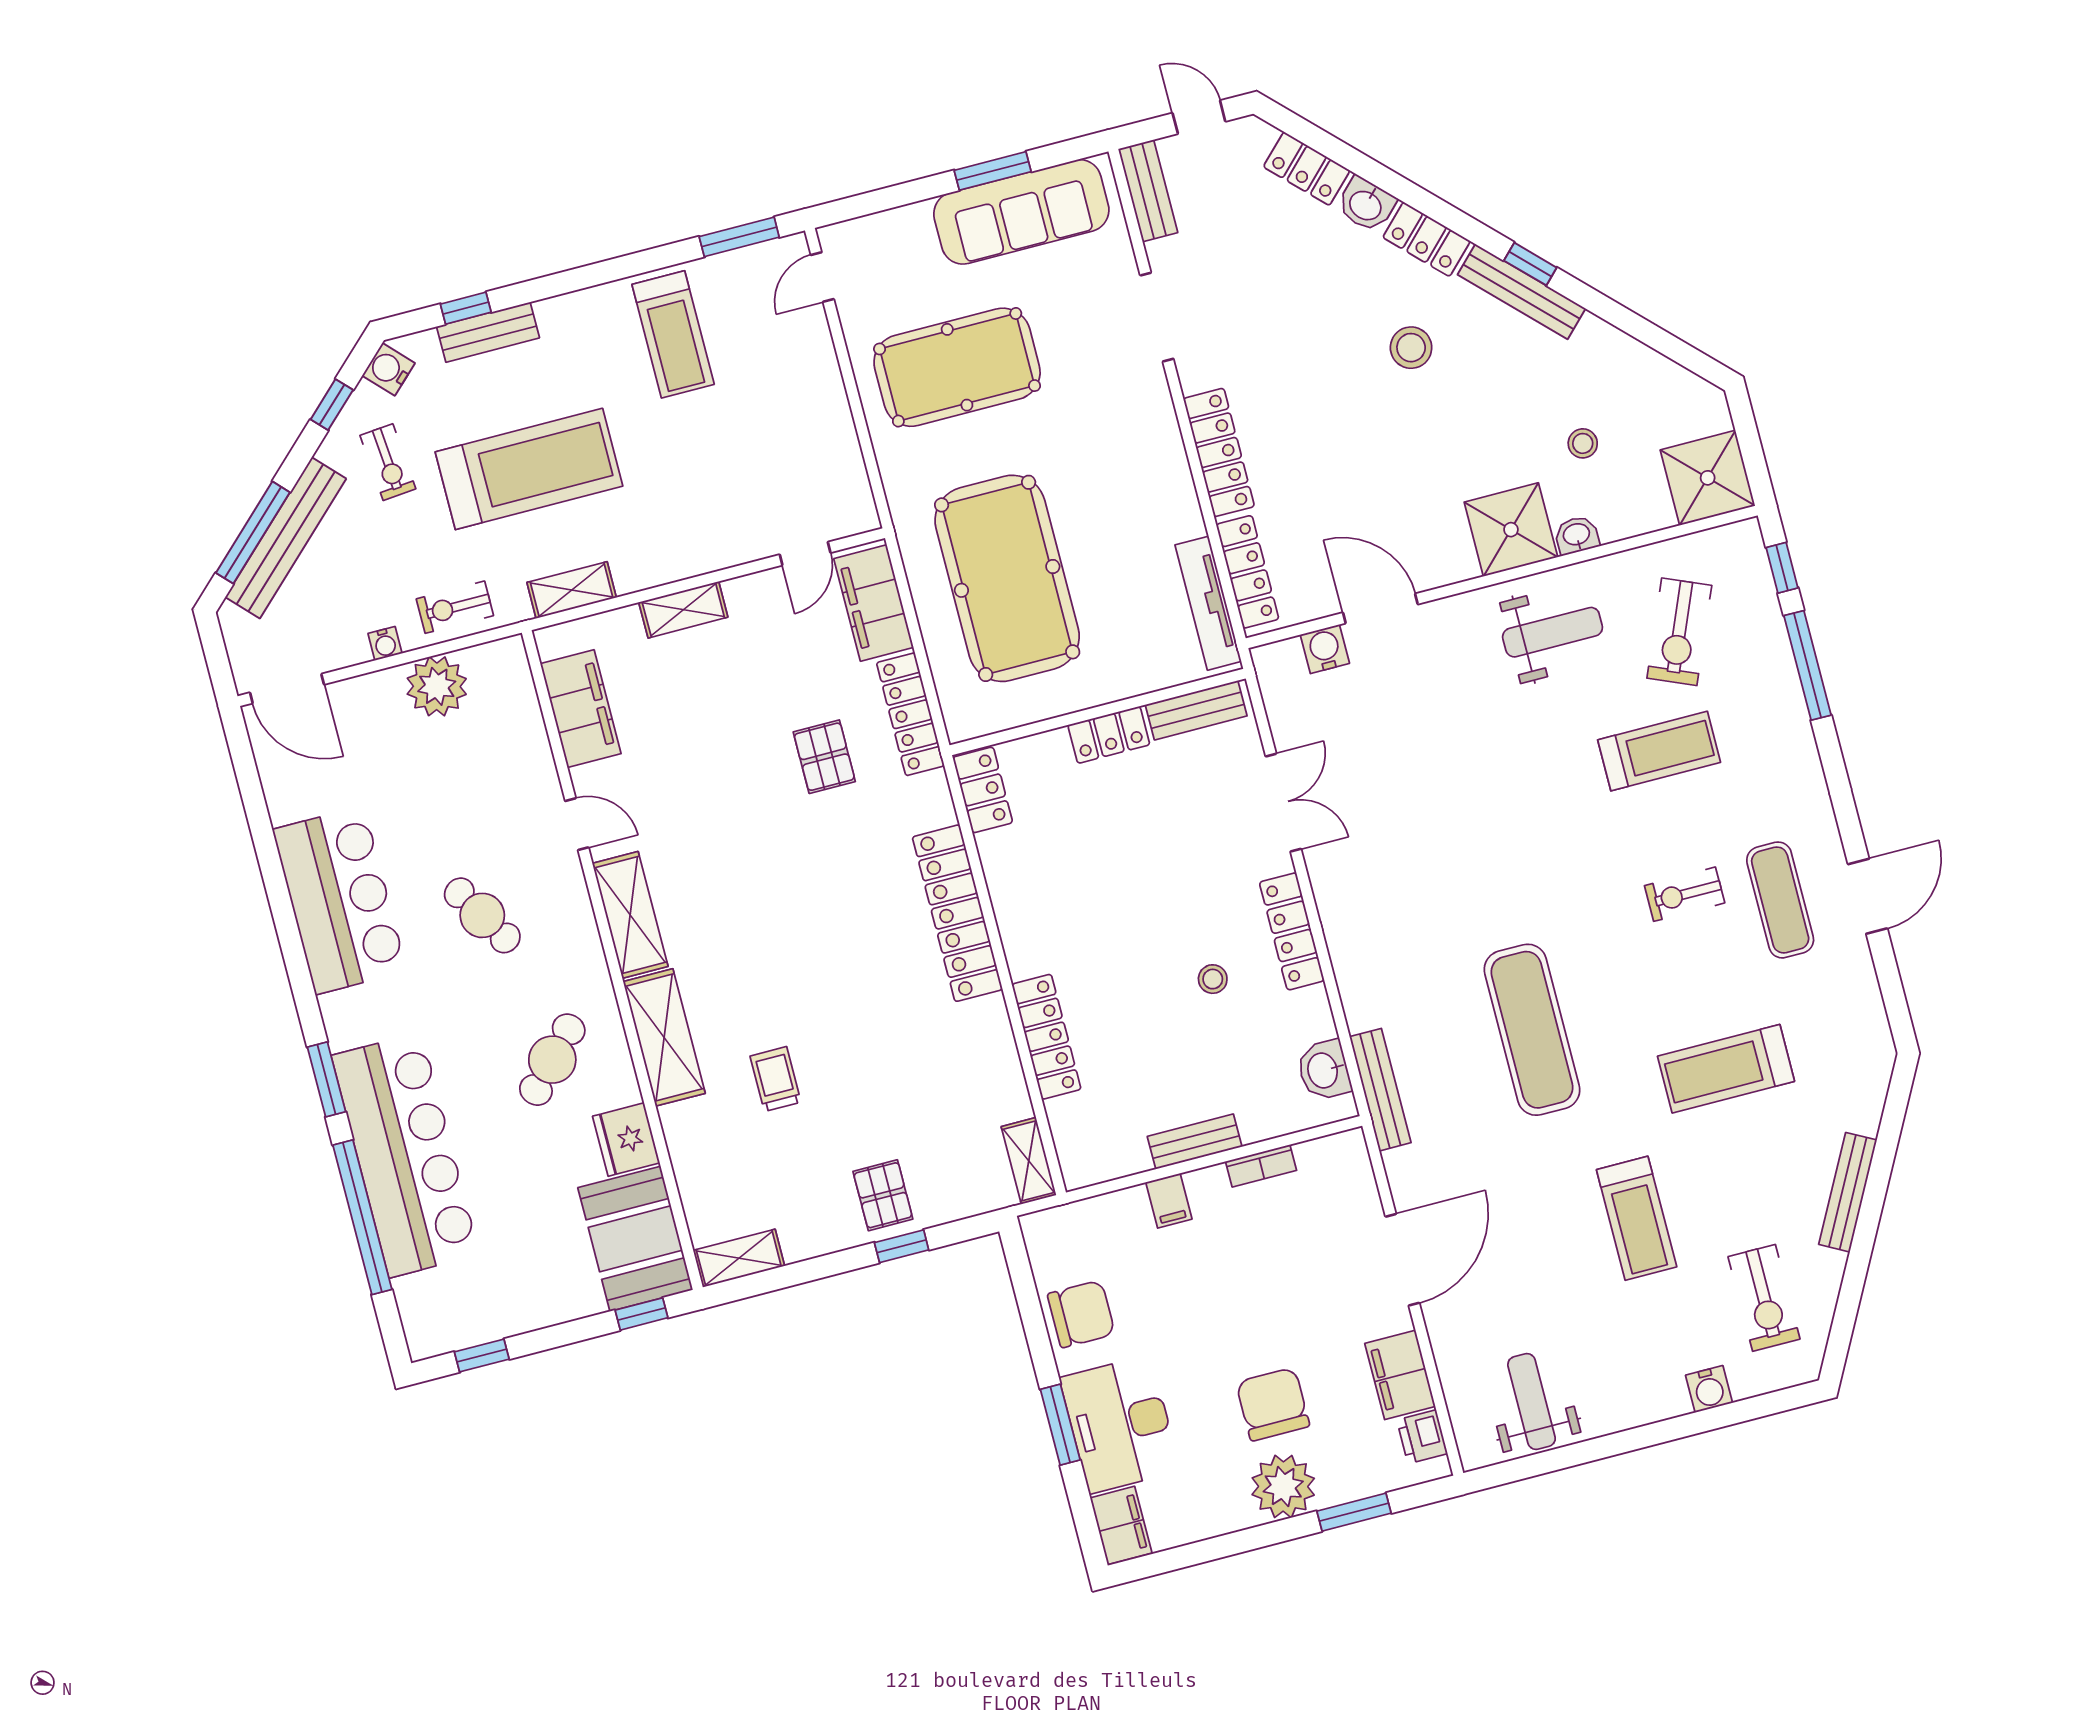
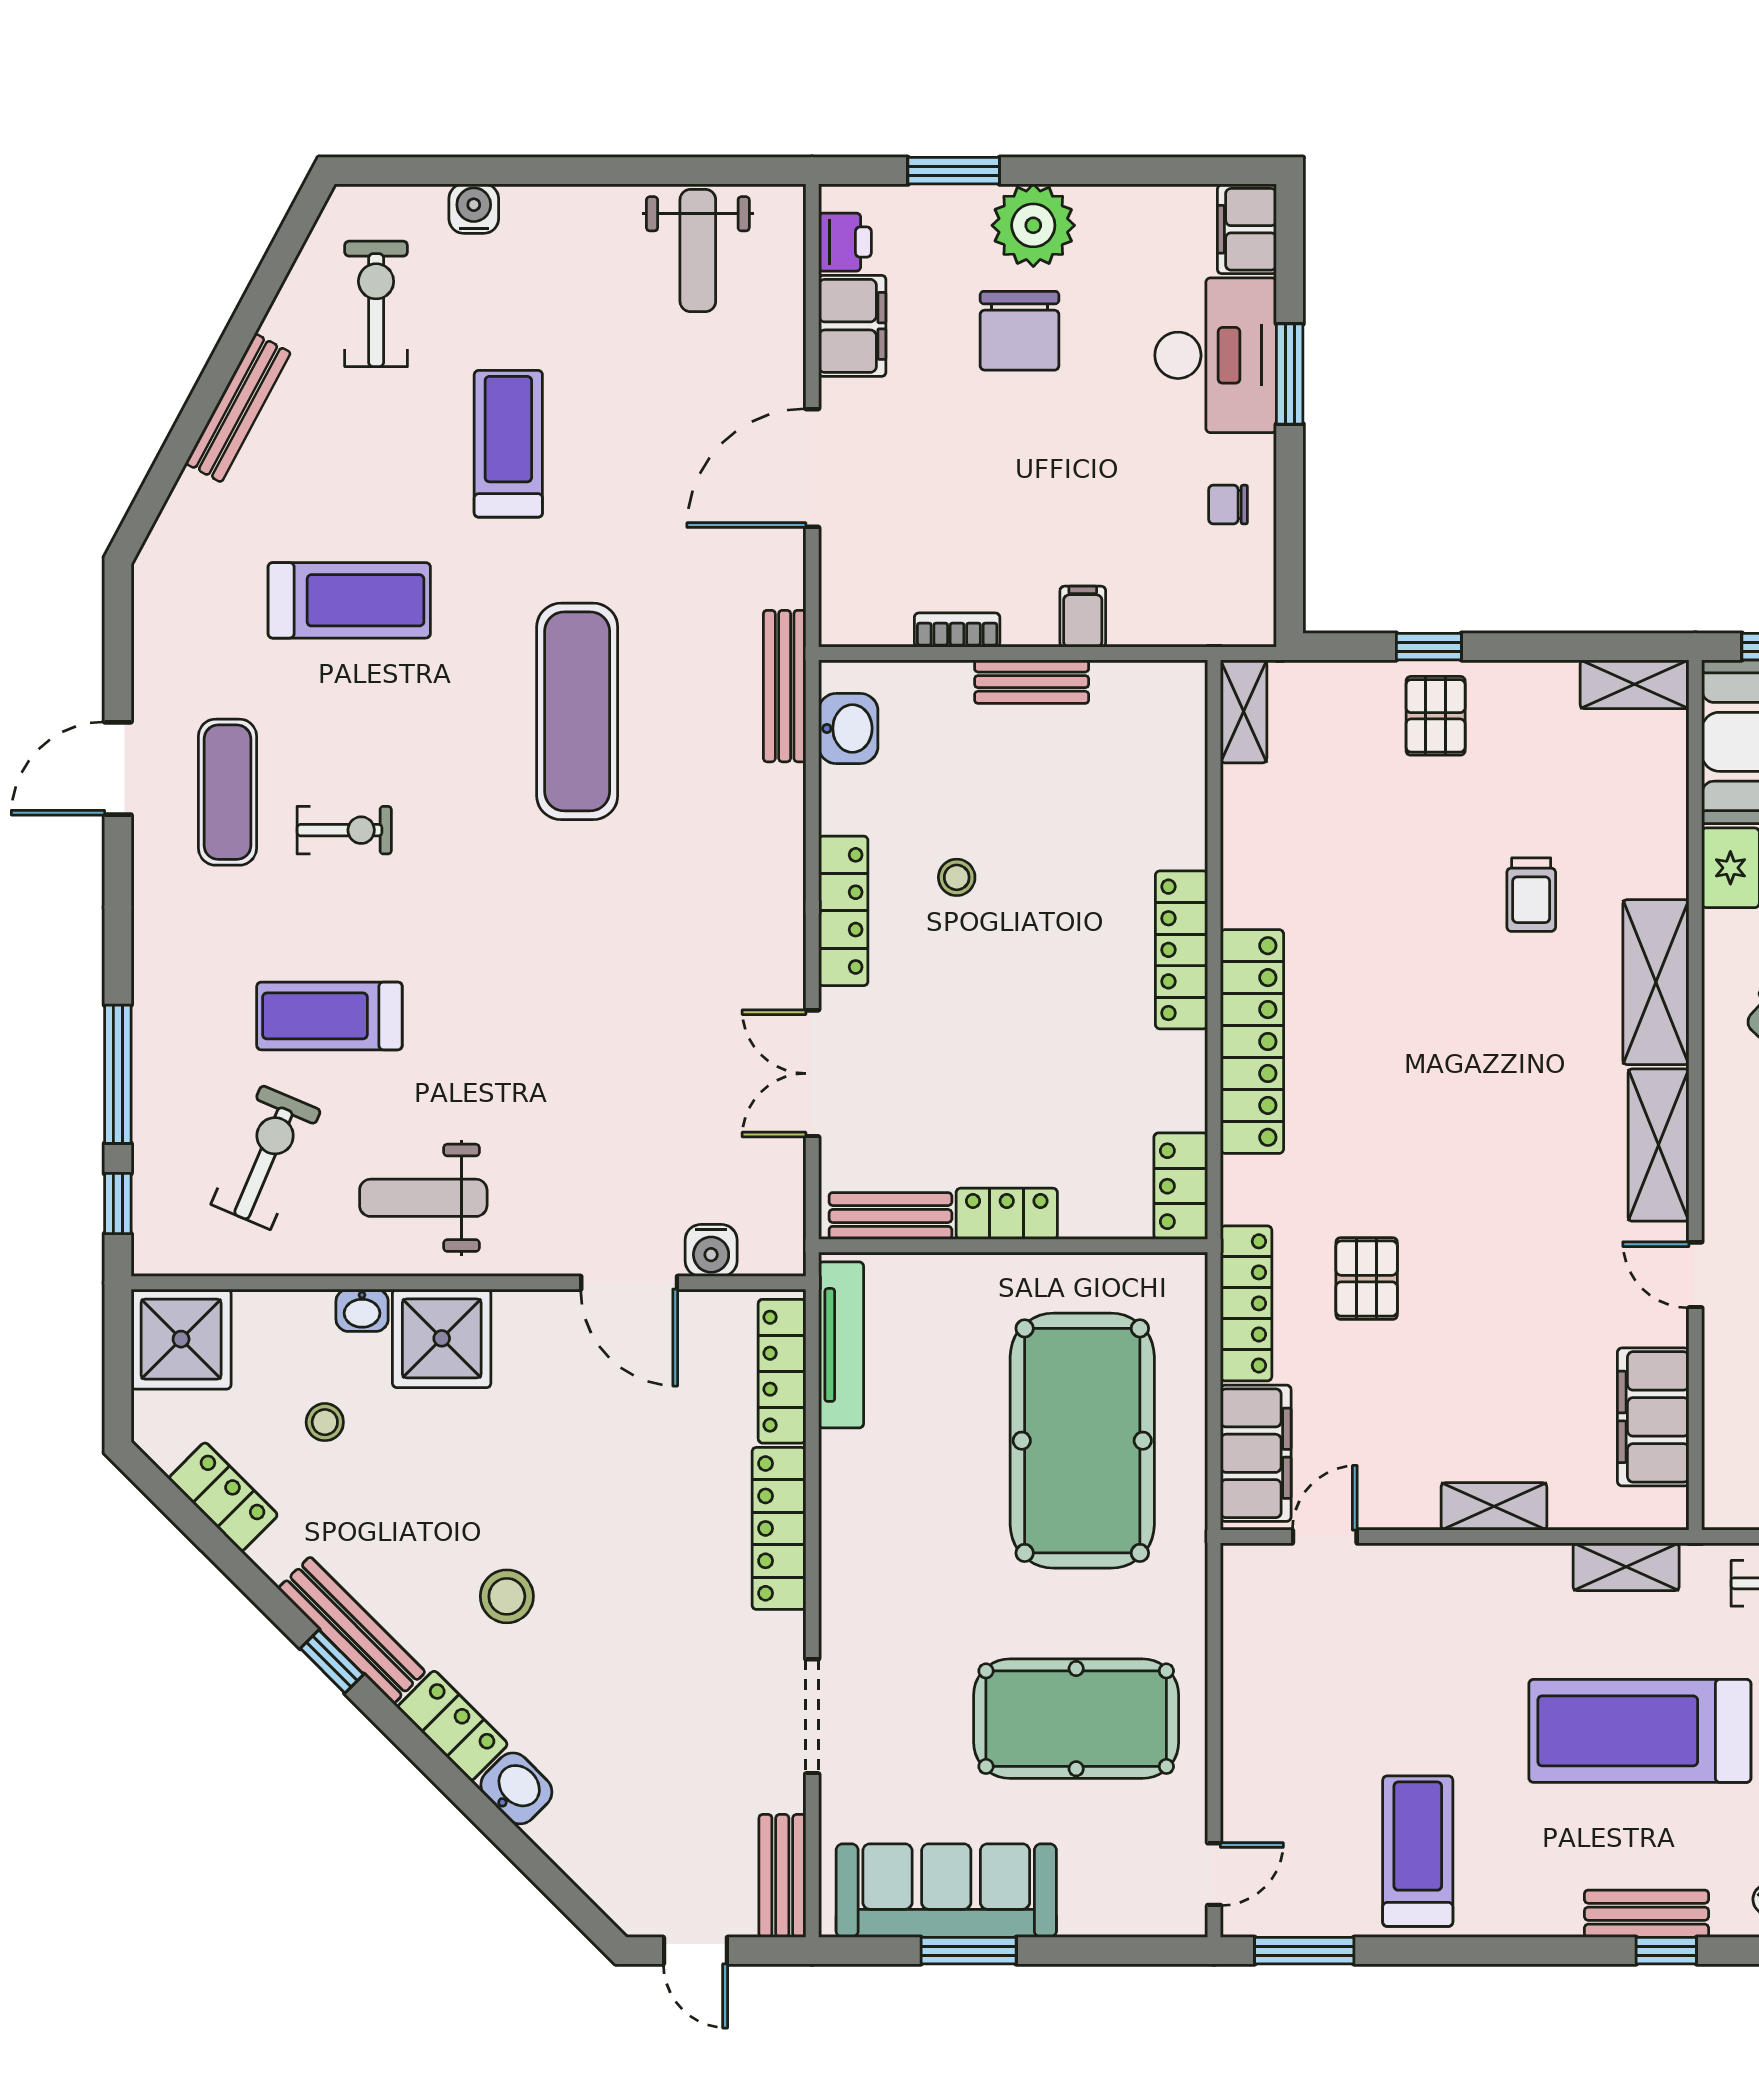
locker: (1307, 169) -> (223, 1497), moved
locker: (1046, 1037) -> (1182, 950), moved
chair: (1081, 1314) -> (1228, 505), width x0.54, depth x0.54

